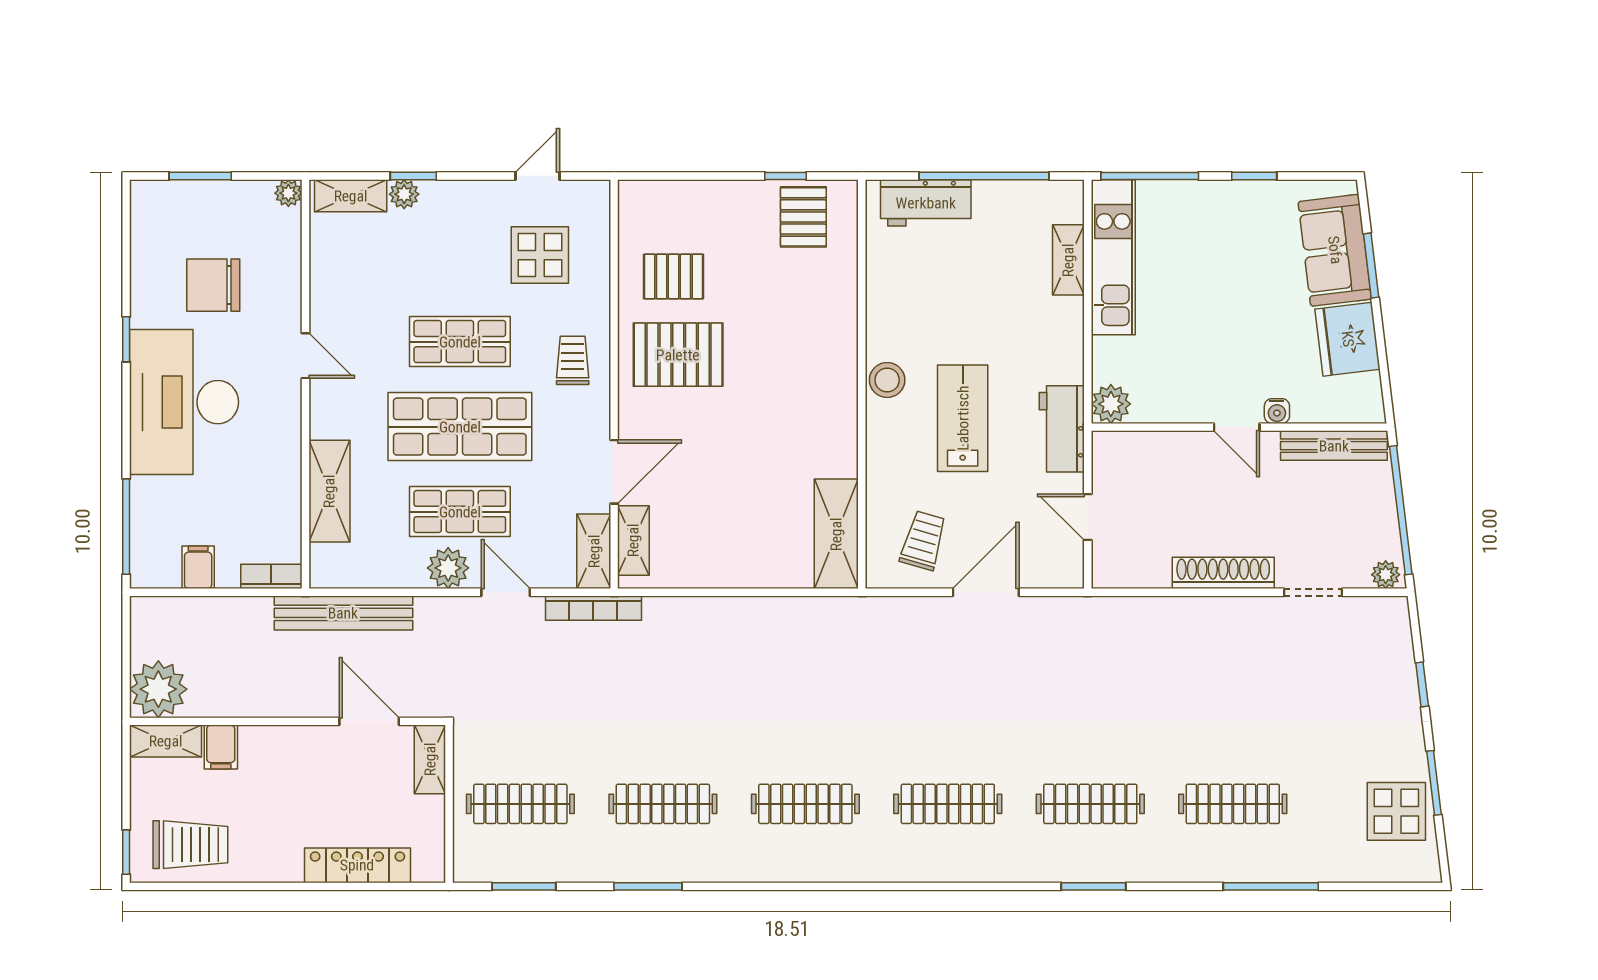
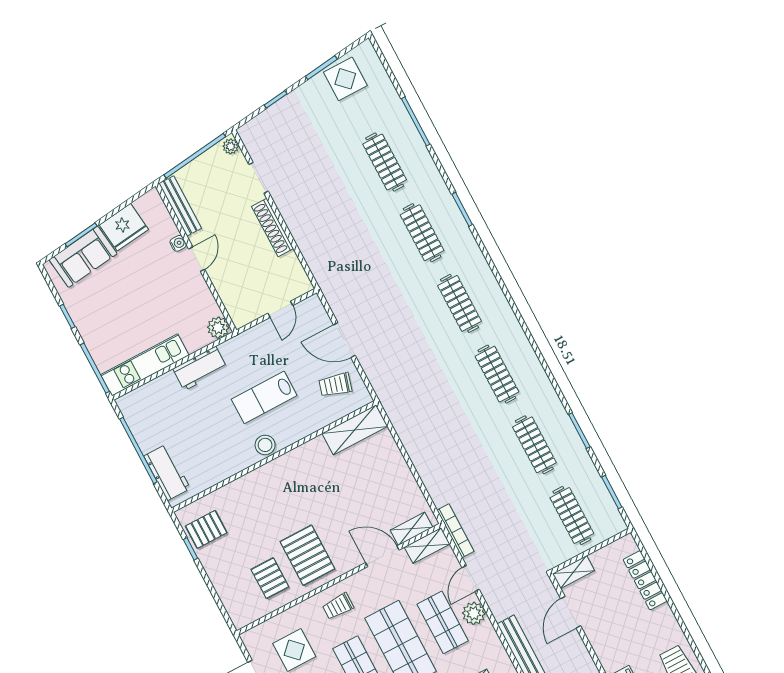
shelving: (1068, 260) -> (158, 387), removed
workbench: (1062, 429) -> (200, 368), moved

